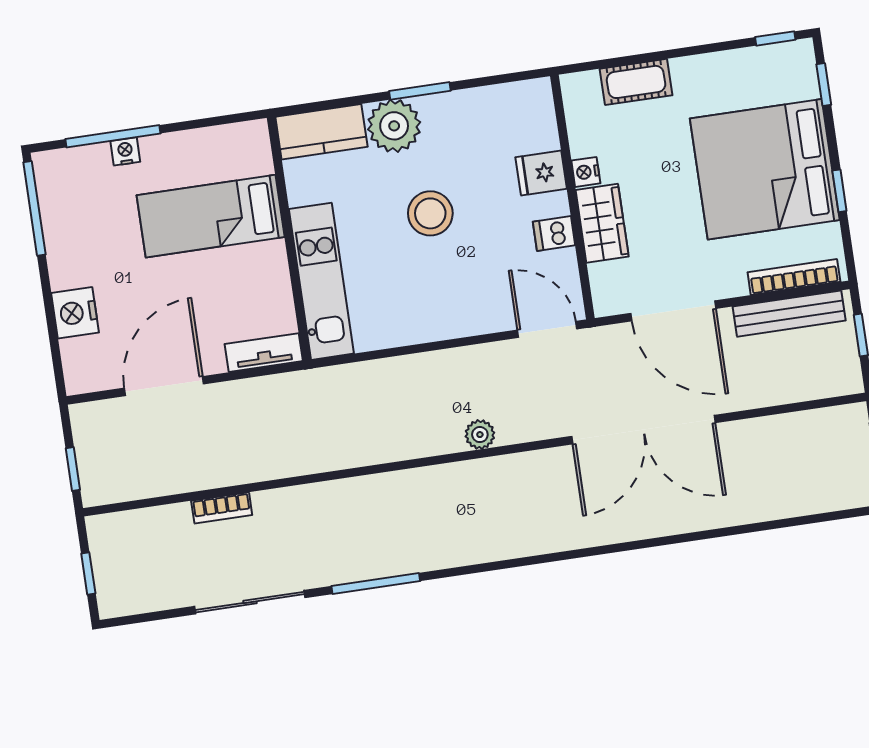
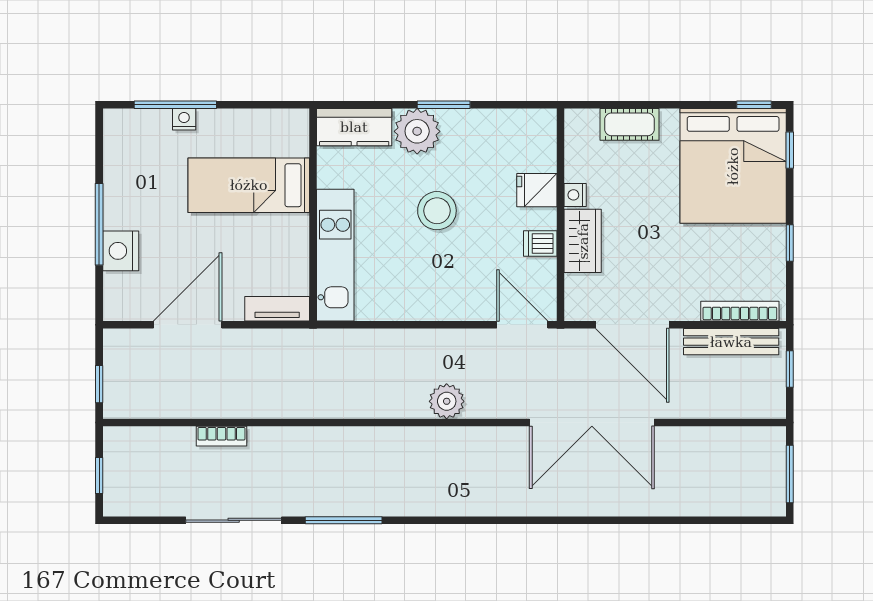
bed: (765, 169) -> (733, 166), moved, turned -90
window: (34, 208) -> (99, 224), moved
plant: (480, 435) -> (447, 401), width x1.38, depth x1.38

